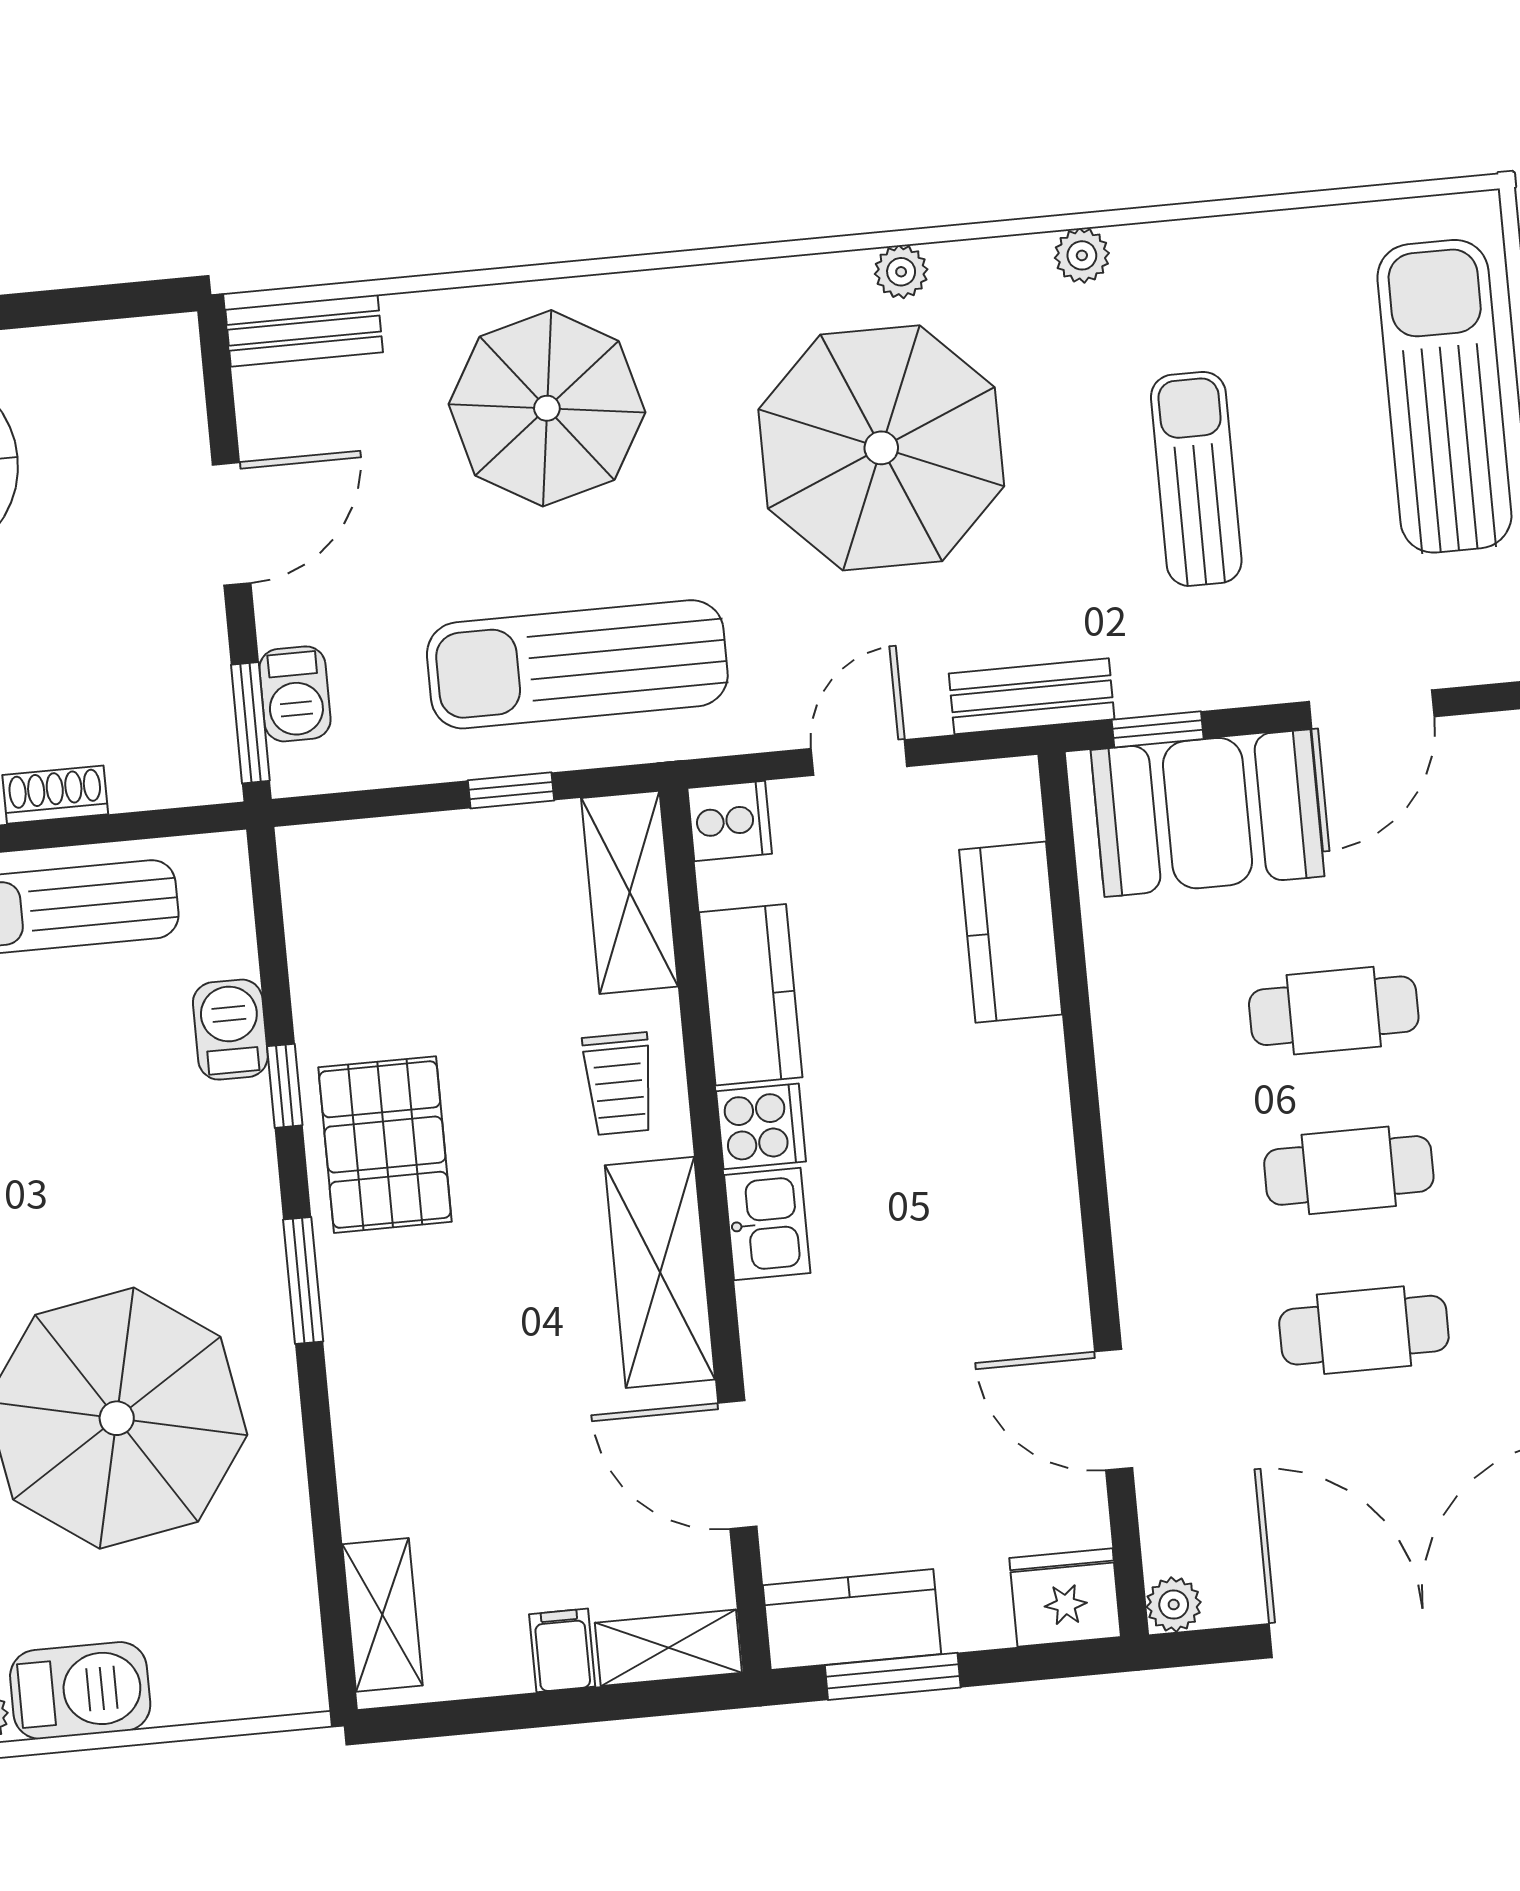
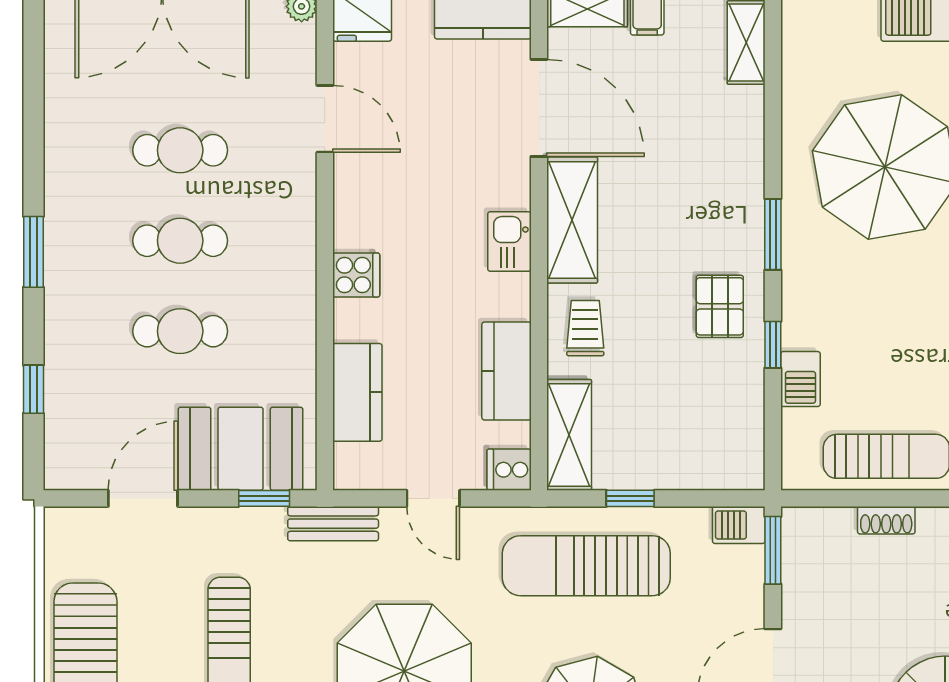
sun lounger: (577, 664) -> (586, 566), turned 180
barbecue: (295, 694) -> (739, 525), moved, turned -90
door: (859, 758) -> (433, 498), hinge flipped
cooker: (761, 1126) -> (356, 275), moved, turned 180
pallet: (385, 1145) -> (720, 306), width x0.67, depth x0.71
door: (737, 1465) -> (539, 108), width x1.36

